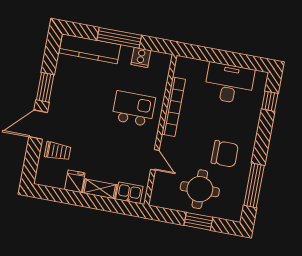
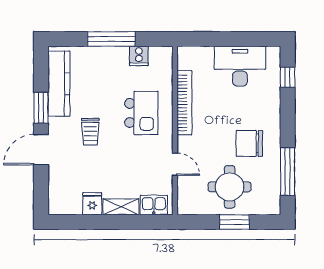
kitchen counter: (90, 49) -> (59, 84), moved, turned -90
kitchen island: (134, 109) -> (141, 113), turned 90
trolley: (58, 151) -> (90, 132), moved, turned 90
chair: (225, 154) -> (249, 143), turned 180

